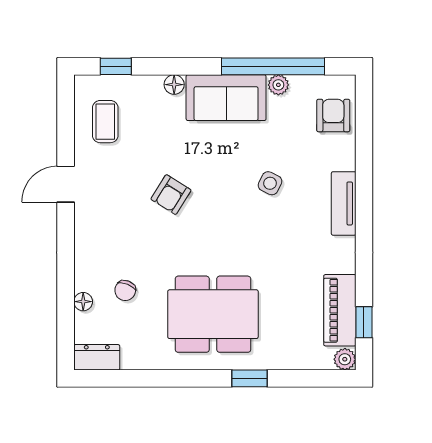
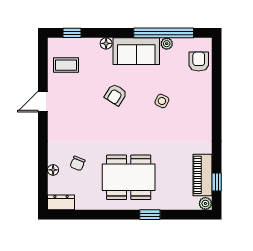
coffee table: (105, 122) -> (66, 65), turned 90
armchair: (171, 195) -> (116, 95), moved
tv unit: (344, 203) -> (205, 113), removed

